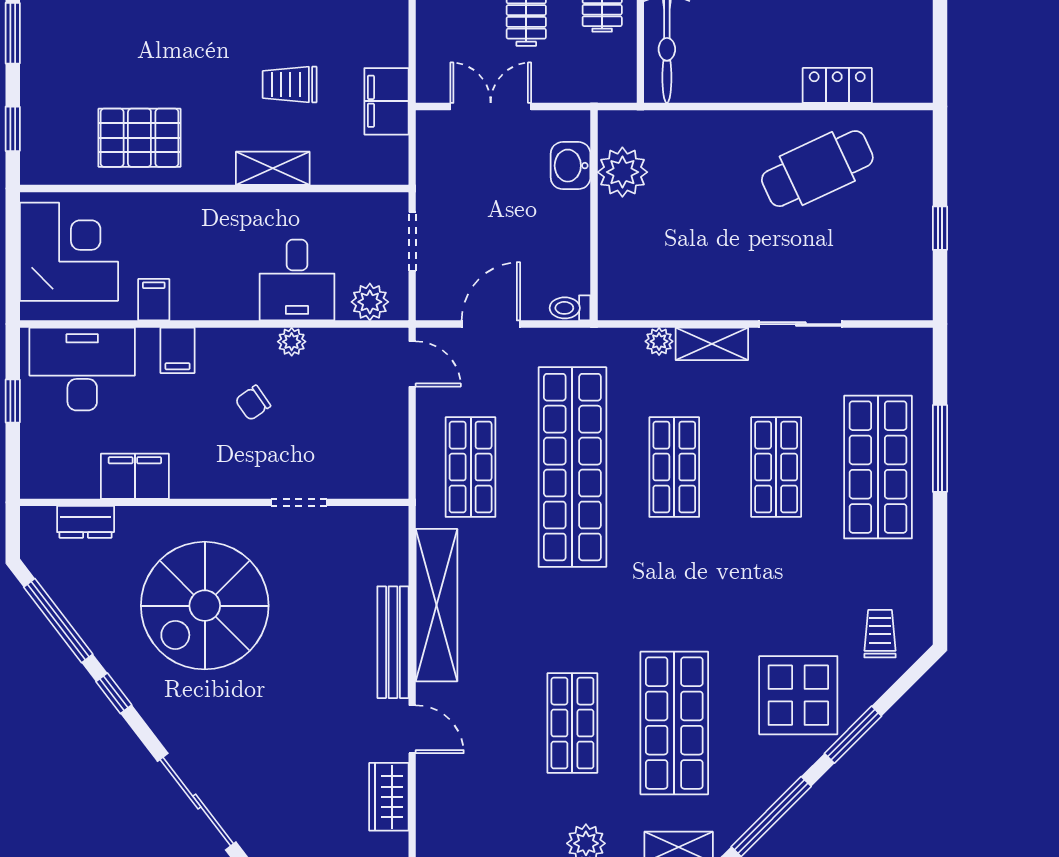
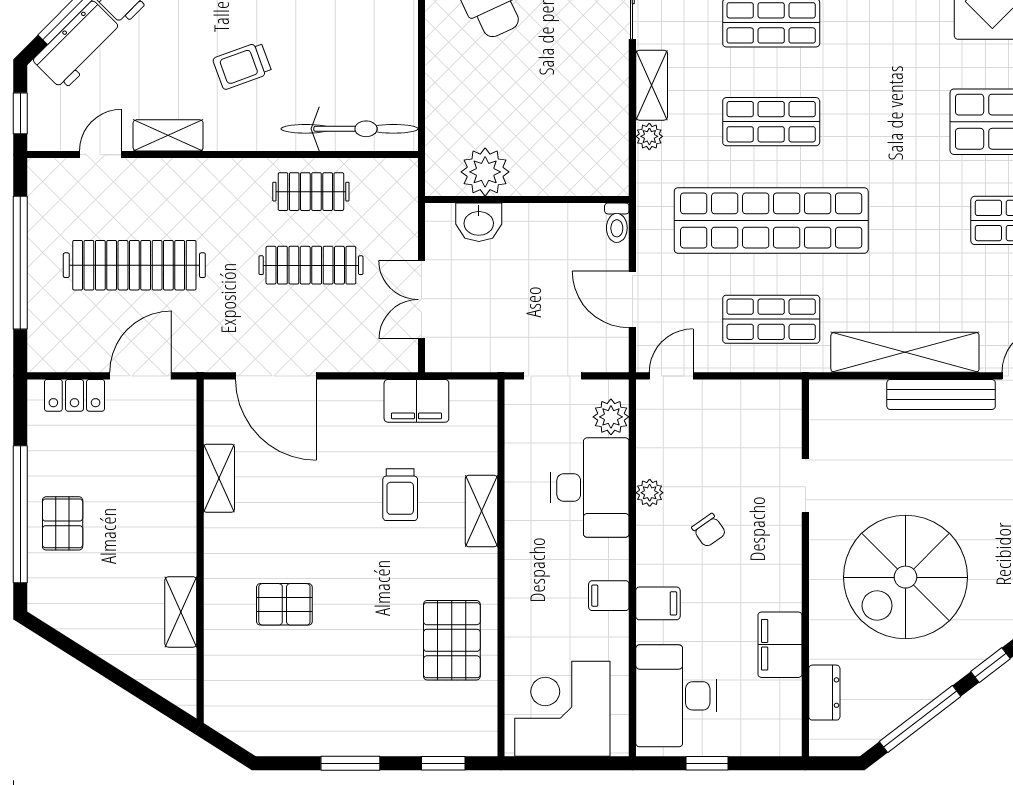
desk: (297, 280) -> (590, 488), width x1.37
filing cabinet: (154, 300) -> (609, 596), moved
spiral stairs: (205, 606) -> (906, 577), turned 90

